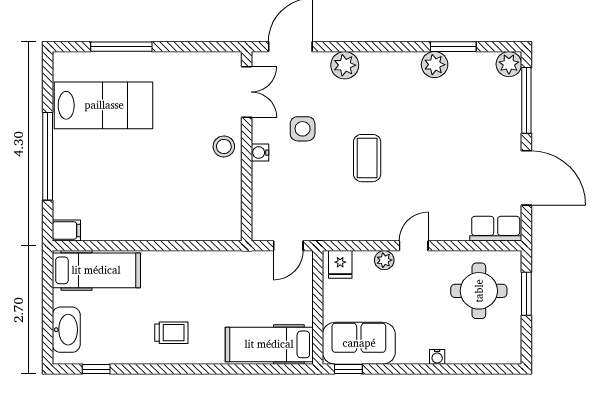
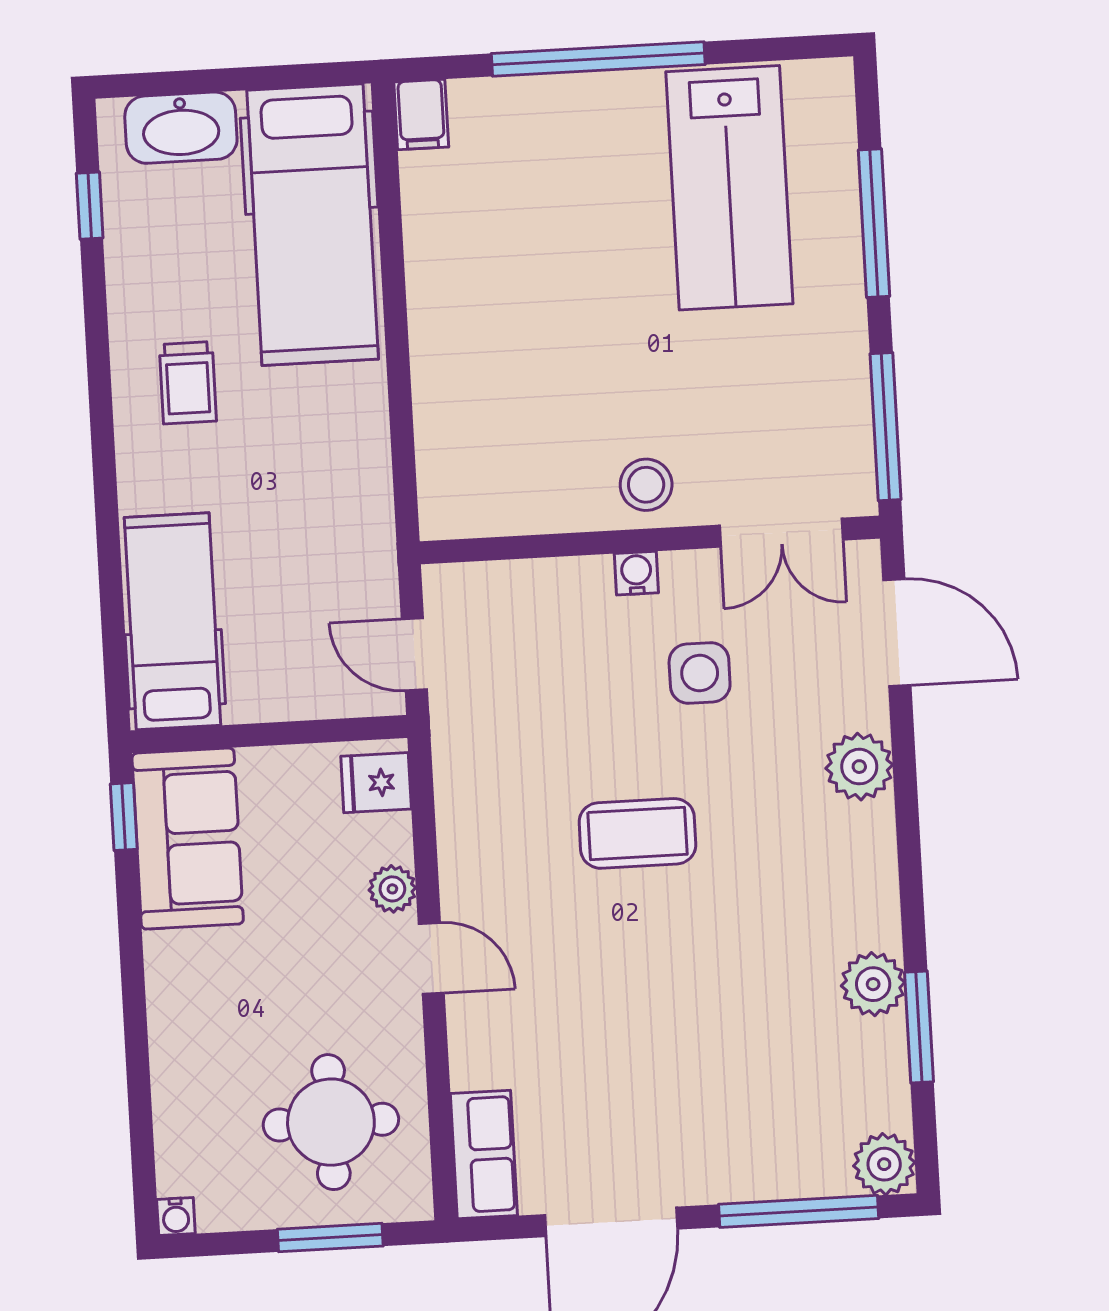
window: (205, 47) -> (885, 427), added
hospital bed: (96, 270) -> (313, 225), width x1.37, depth x1.29
water cooler: (437, 357) -> (176, 1216), moved, turned -90

